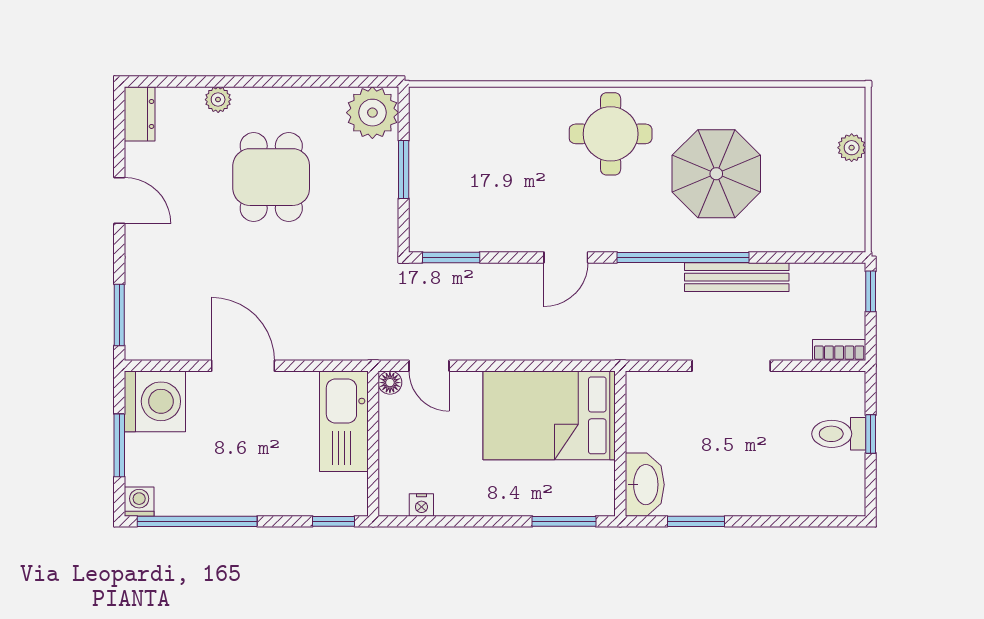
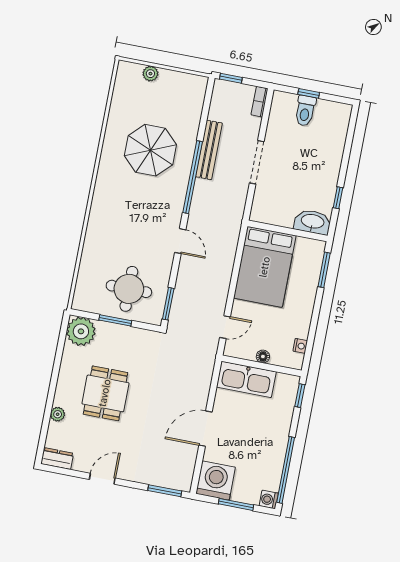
round table: (611, 134) -> (129, 289), moved
dining table: (271, 177) -> (105, 393), turned 90
floor lamp: (390, 383) -> (263, 356), moved
window: (696, 521) -> (338, 198), width x0.67

